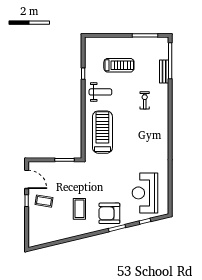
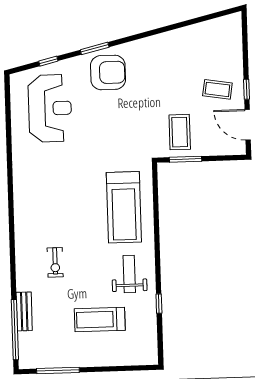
weight bench: (100, 92) -> (129, 274), turned 90
coffee table: (79, 209) -> (180, 132), moved

